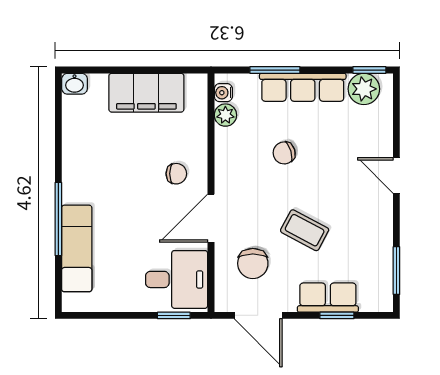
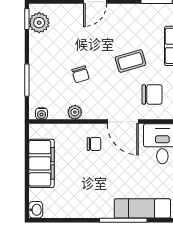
row of seats: (303, 87) -> (38, 62), removed
plant: (225, 115) -> (75, 112), moved
chair: (176, 174) -> (94, 144), turned 90
coffee table: (305, 230) -> (130, 61), turned 46

